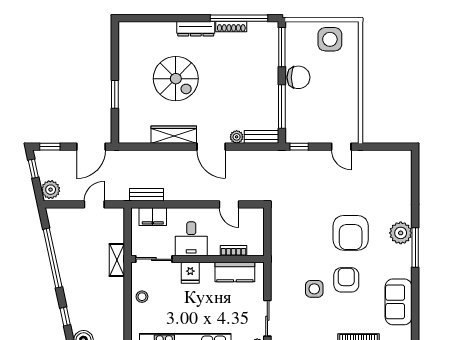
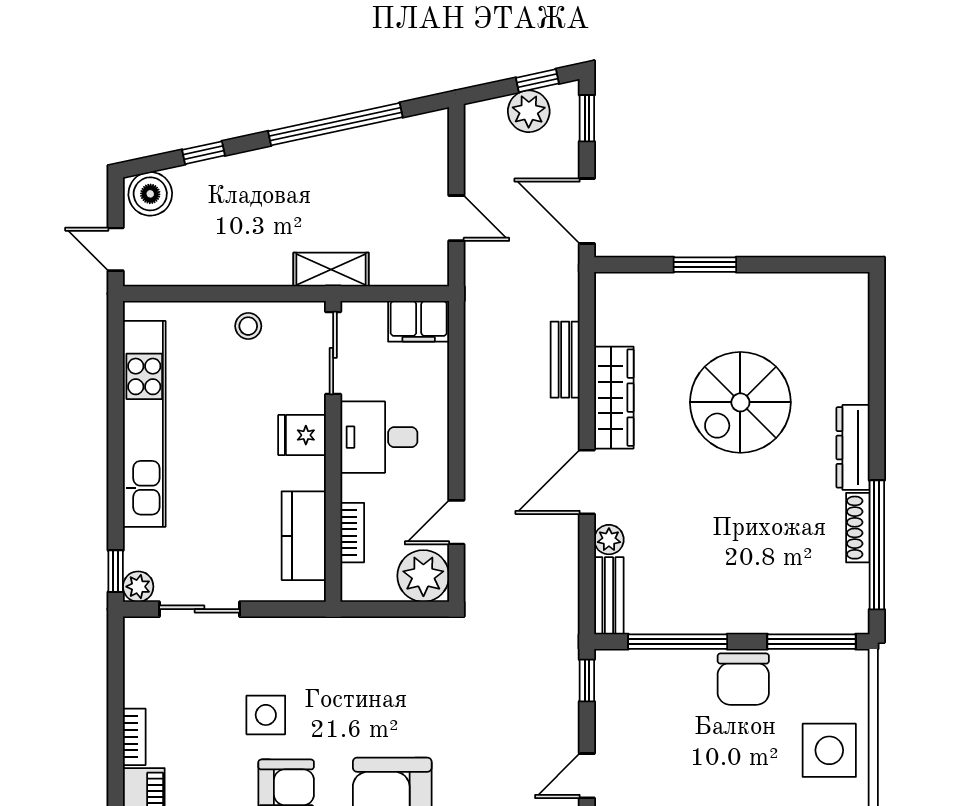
plant: (51, 190) -> (529, 111), moved
bench: (146, 195) -> (565, 360), moved
filing cabinet: (153, 217) -> (419, 321), moved, turned -90
plant: (253, 219) -> (423, 576), added

